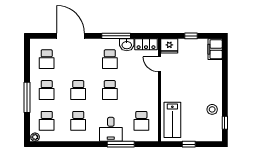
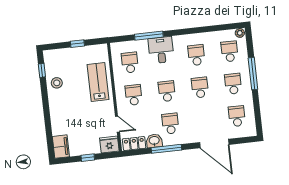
school desk: (141, 90) -> (134, 95), added
lab bench: (172, 120) -> (98, 82), moved

